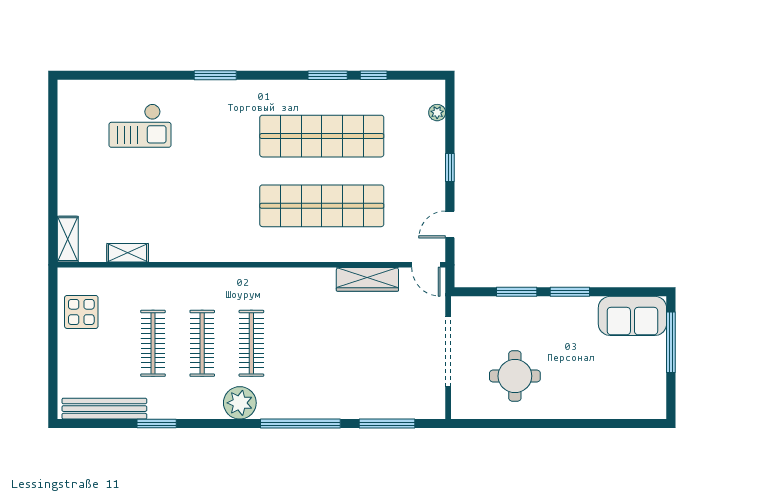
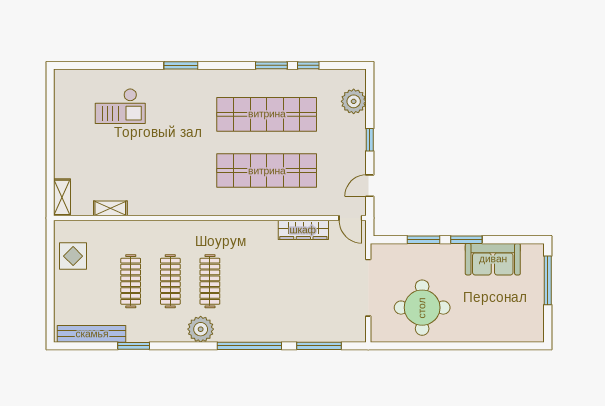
plant: (437, 113) -> (354, 101), width x1.88, depth x1.88
sofa: (632, 316) -> (493, 259), moved
round table: (515, 376) -> (422, 308), width x1.36, depth x1.36

